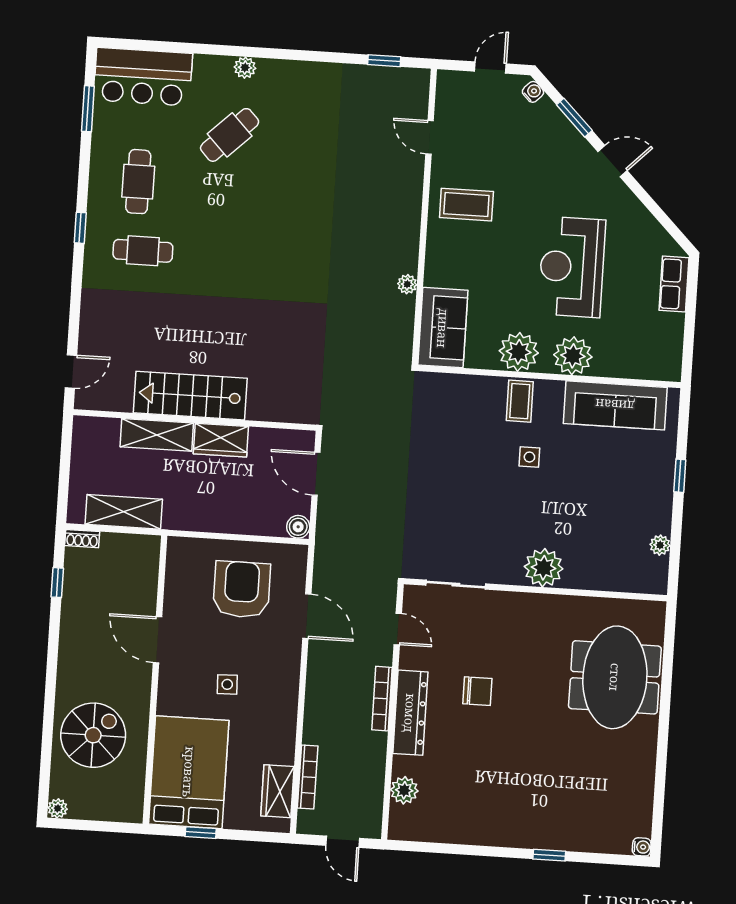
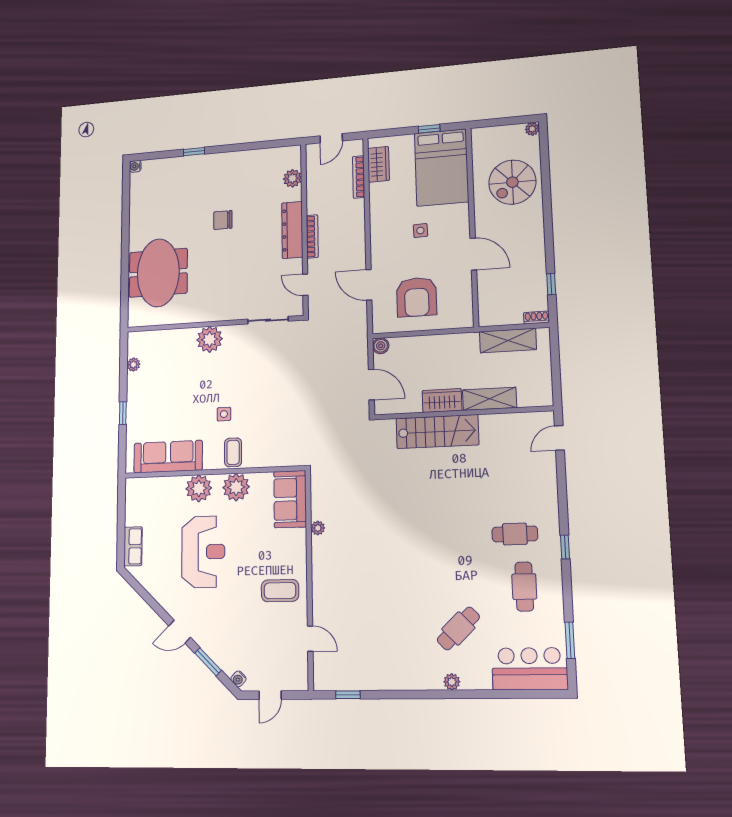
stairs: (190, 396) -> (437, 432), moved
chair: (477, 691) -> (223, 220), moved
door: (343, 842) -> (331, 138), swing flipped

